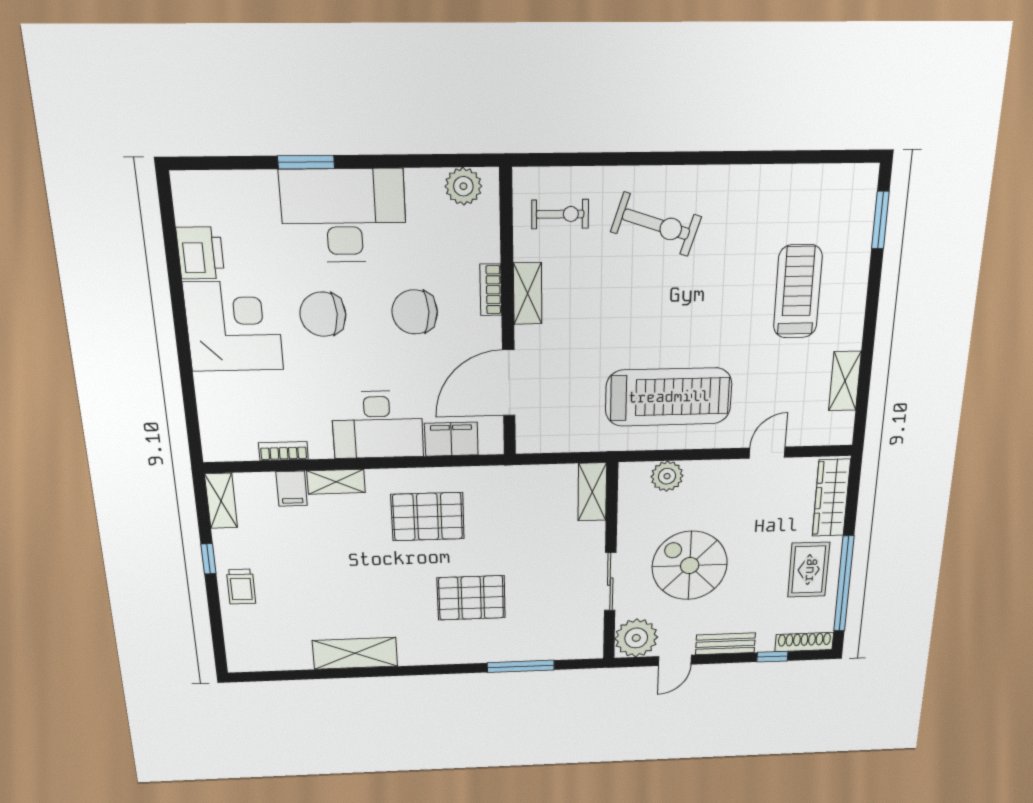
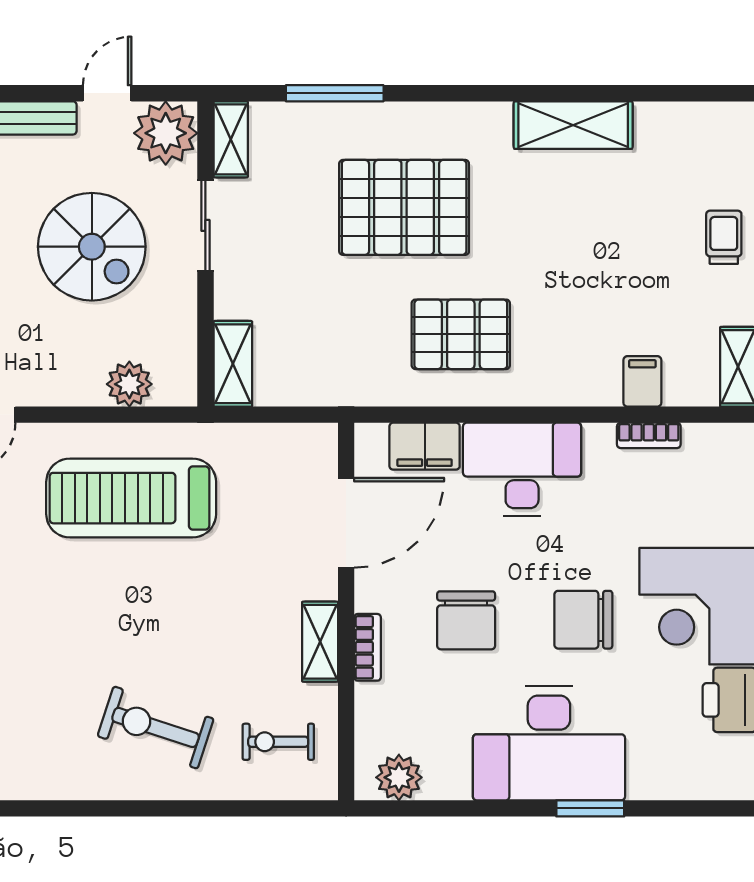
chair: (415, 312) -> (466, 620), turned 90
chair: (323, 314) -> (583, 620), turned 180
shelving: (336, 482) -> (231, 139), moved, turned 90
pallet: (471, 598) -> (404, 207), width x1.37, depth x1.41

